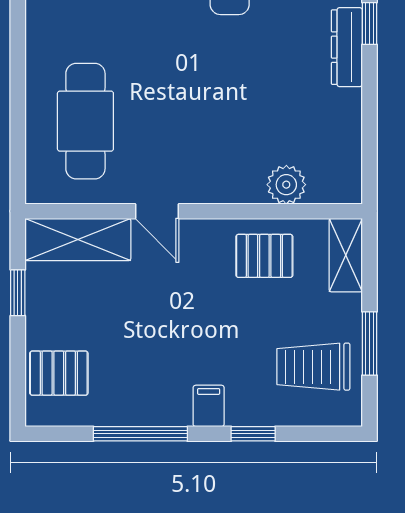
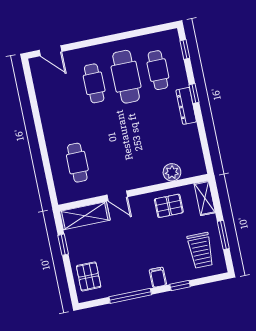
cafe table: (85, 121) -> (77, 163), width x0.73, depth x0.74
trolley: (313, 367) -> (201, 250), turned -90
pallet: (59, 373) -> (89, 276), turned 90

